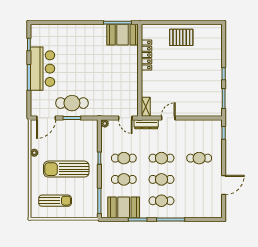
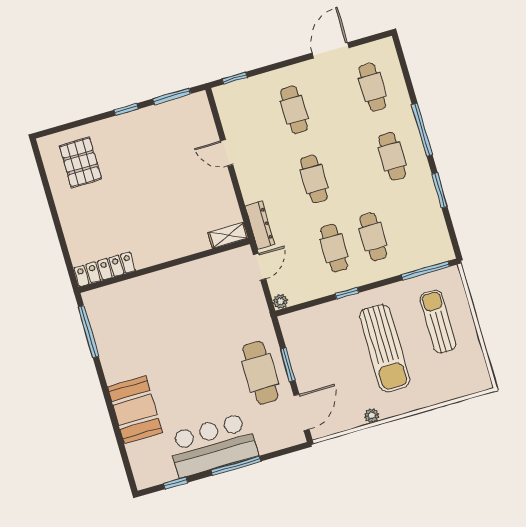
booth: (123, 35) -> (135, 410), moved
pallet: (181, 37) -> (80, 162), moved
locker: (146, 55) -> (105, 269), moved
door: (46, 118) -> (302, 412), hinge flipped
door: (168, 118) -> (227, 153), moved
cafe table: (161, 179) -> (372, 87), moved
door: (224, 185) -> (331, 50), hinge flipped
sun lounger: (55, 201) -> (438, 322), moved
booth: (124, 207) -> (425, 222), removed

